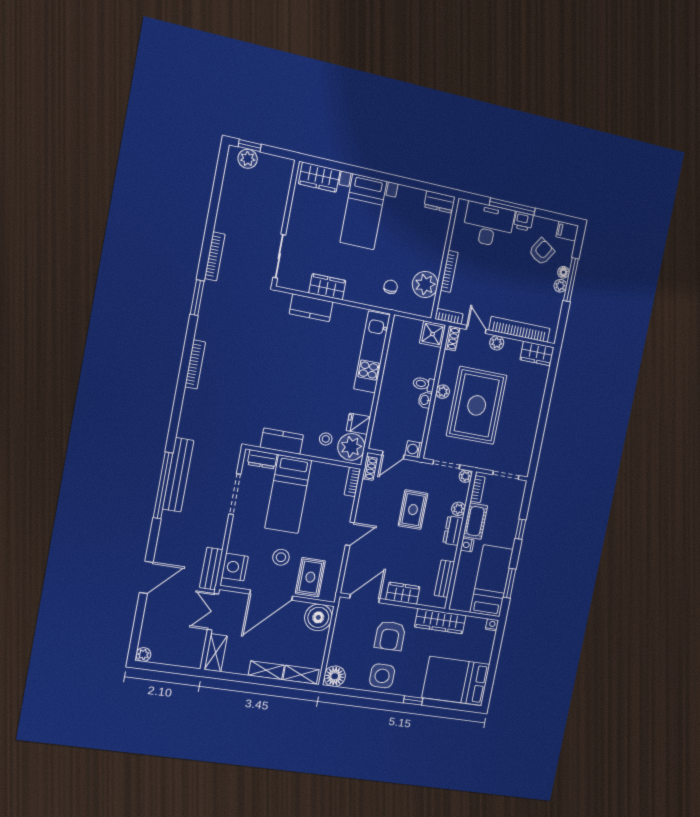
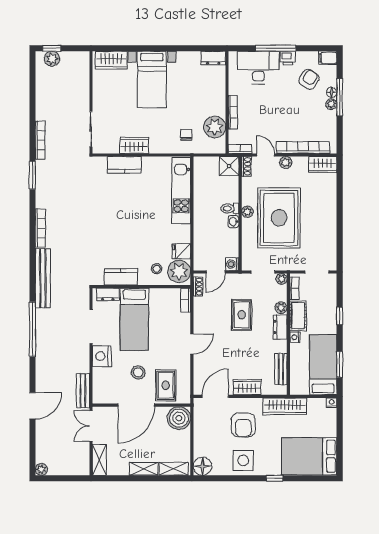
bench: (178, 475) -> (43, 278), moved
nightstand: (235, 567) -> (102, 356), moved

